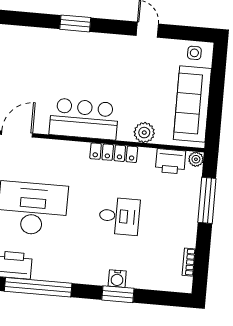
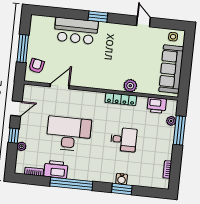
bar counter: (84, 119) -> (76, 31), moved, turned 180
plant: (144, 133) -> (130, 86), moved
plant: (196, 159) -> (171, 121), moved

